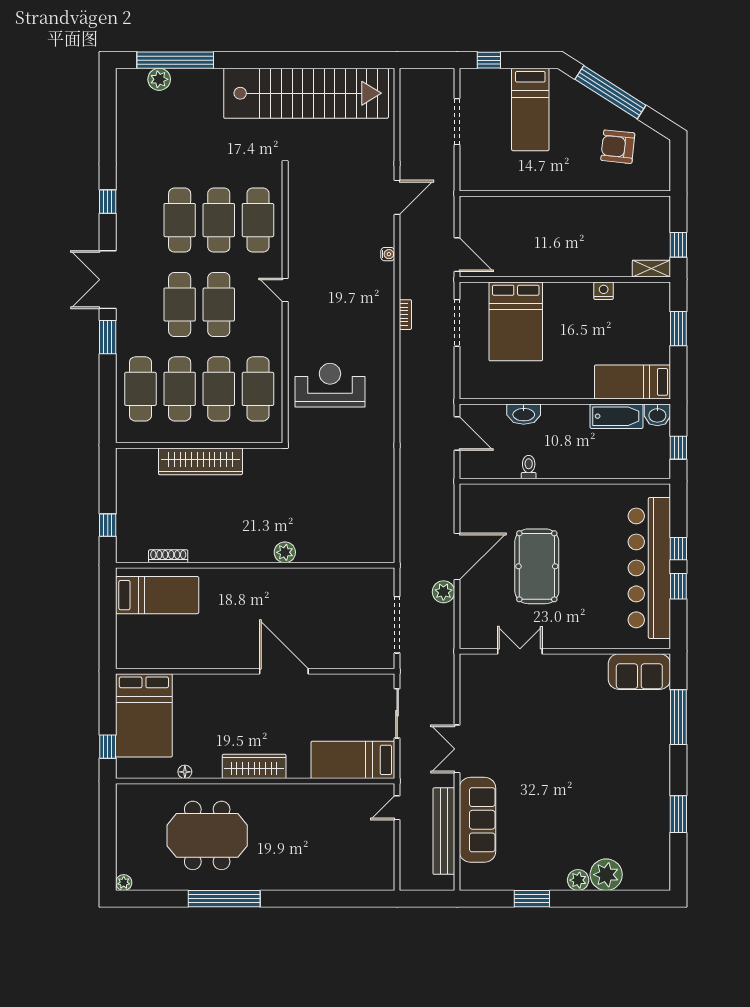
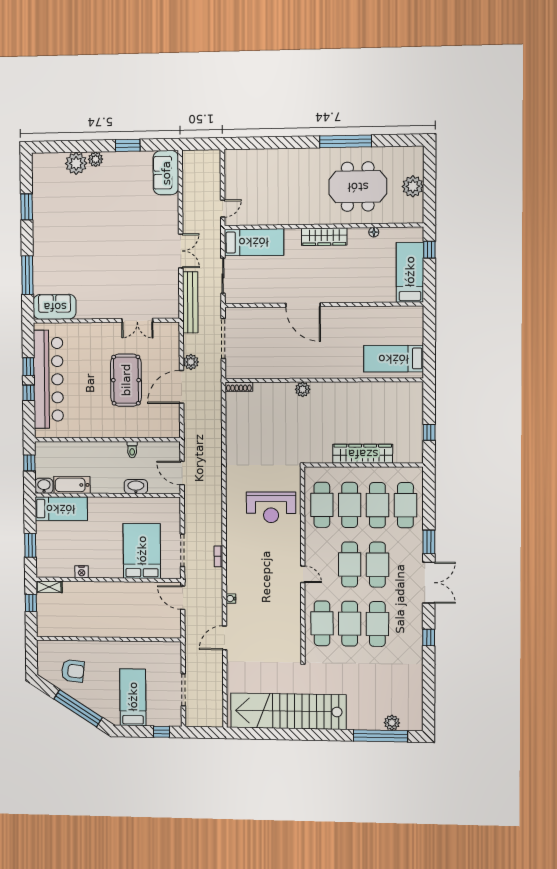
window: (108, 525) -> (429, 432), moved
shoe rack: (168, 556) -> (239, 387), moved
bed: (144, 715) -> (410, 272), width x0.67
sofa: (477, 820) -> (166, 173), moved, width x0.73
bench: (444, 831) -> (190, 302), moved
plant: (124, 883) -> (413, 186), moved, width x1.88, depth x1.88

